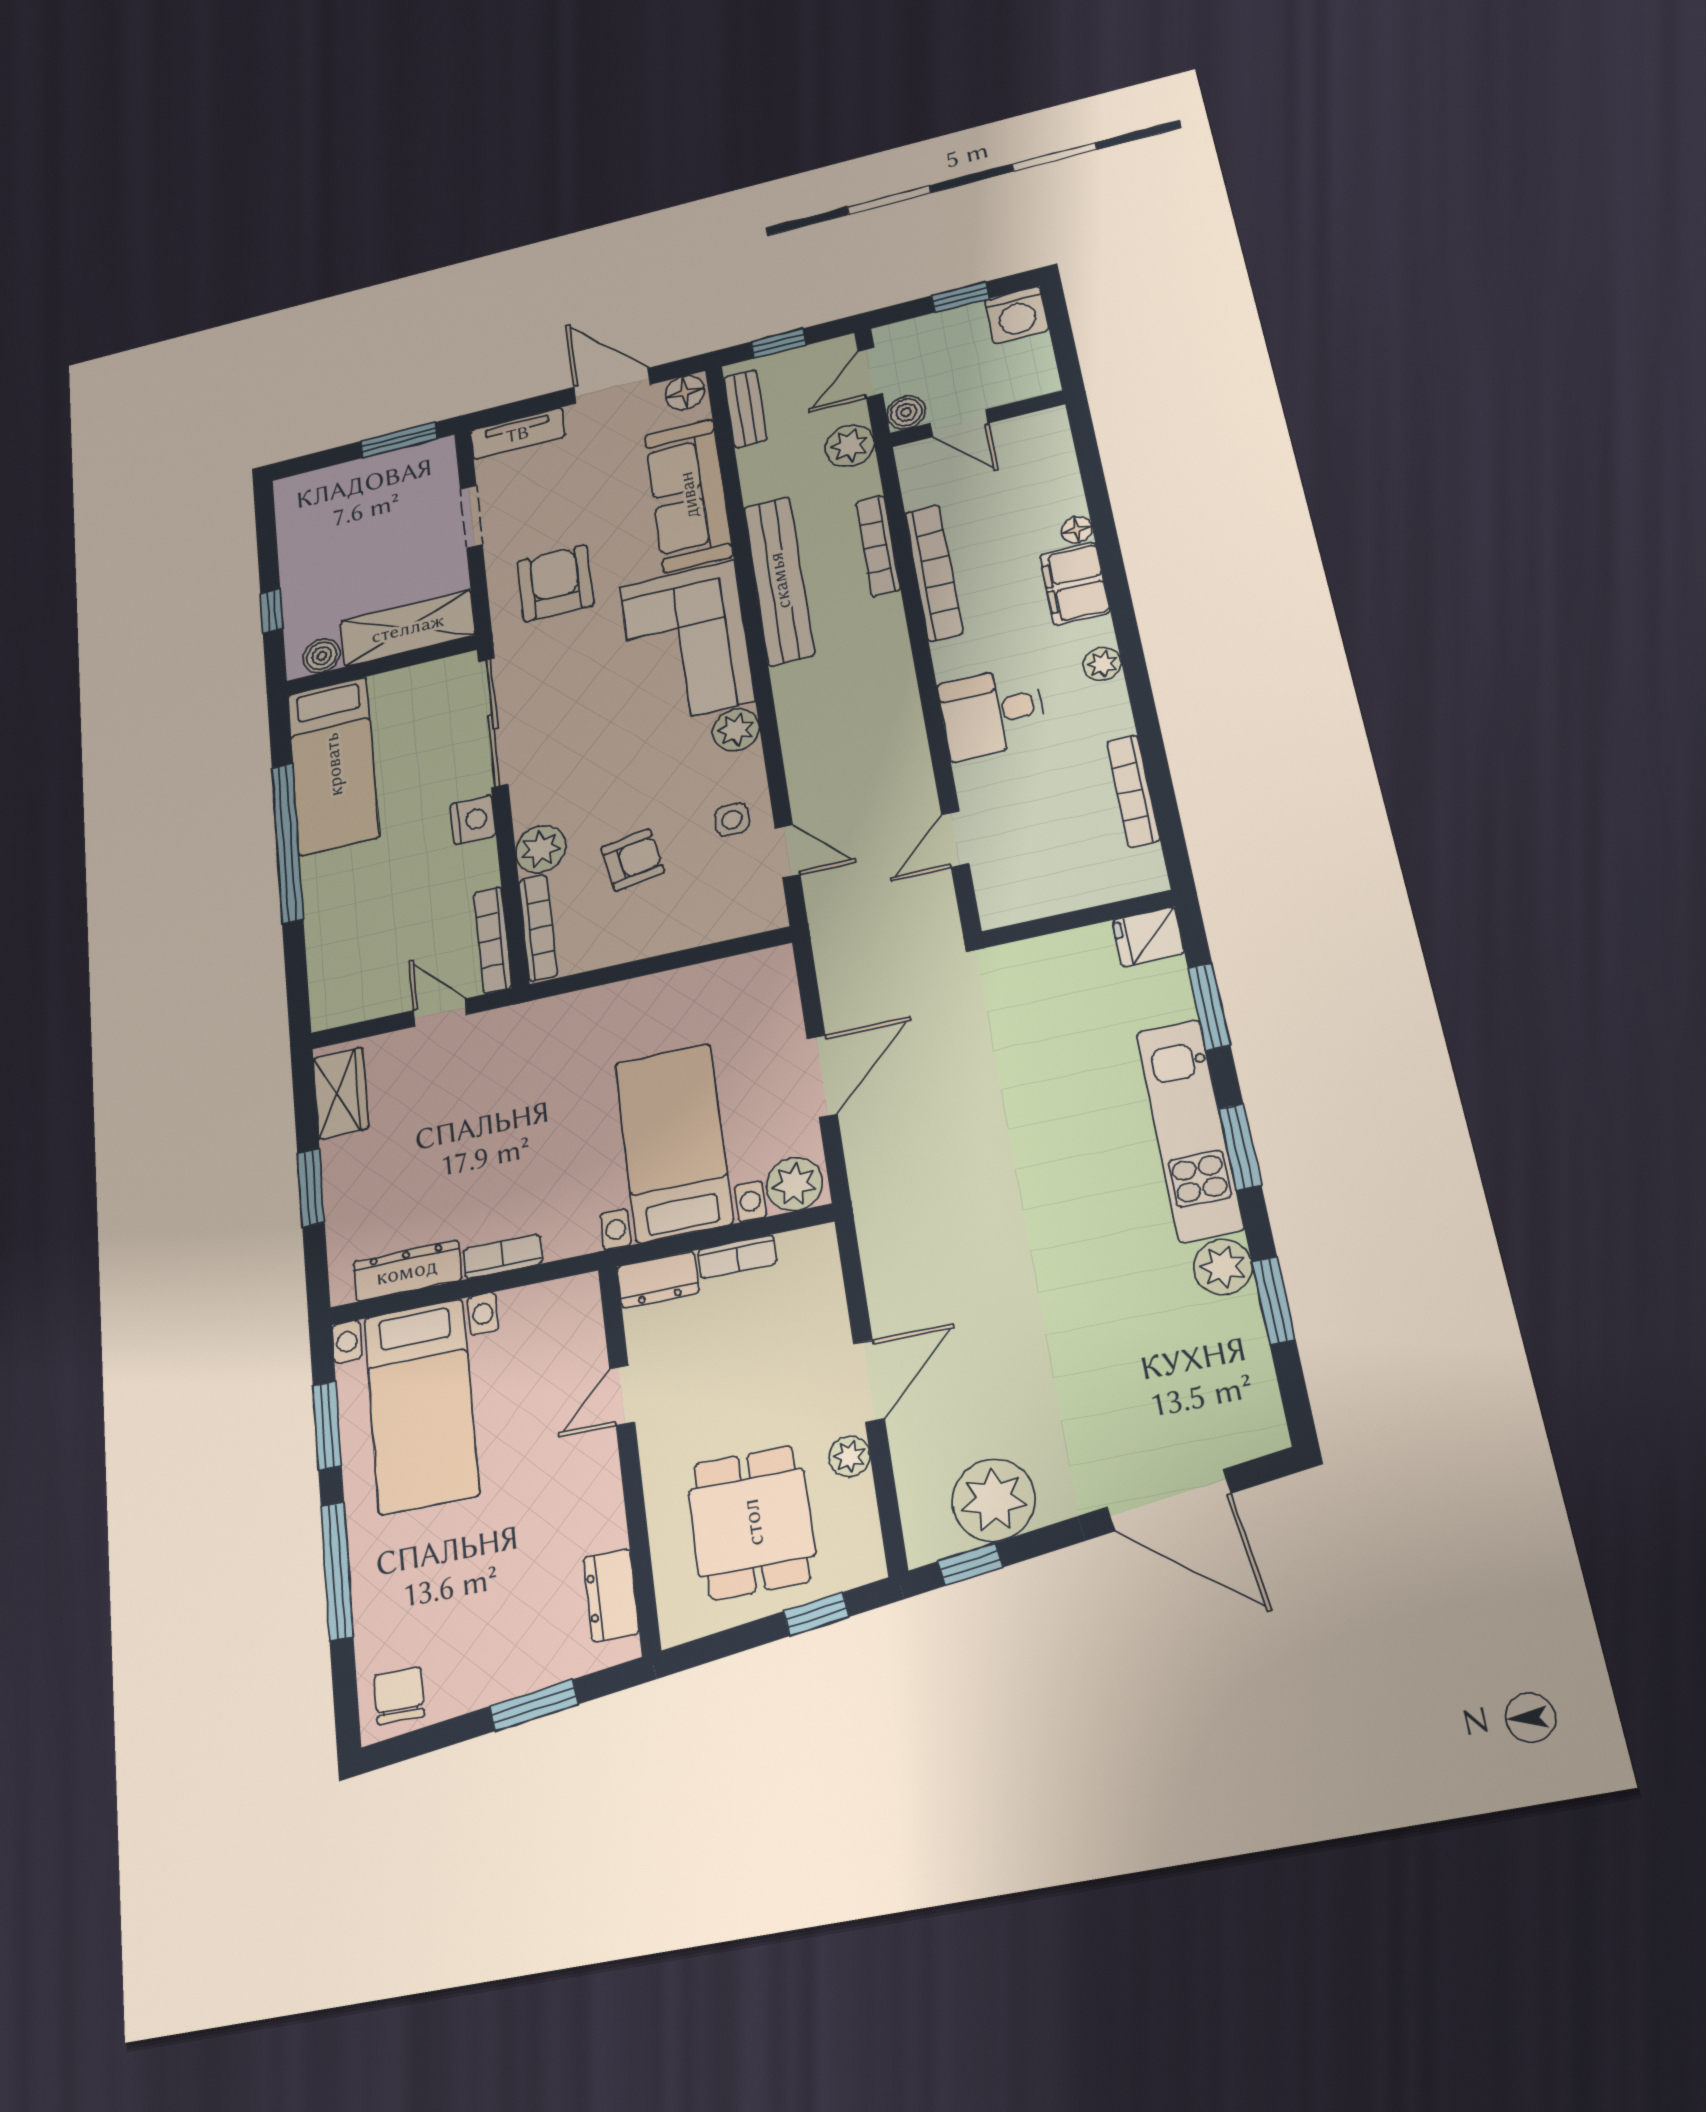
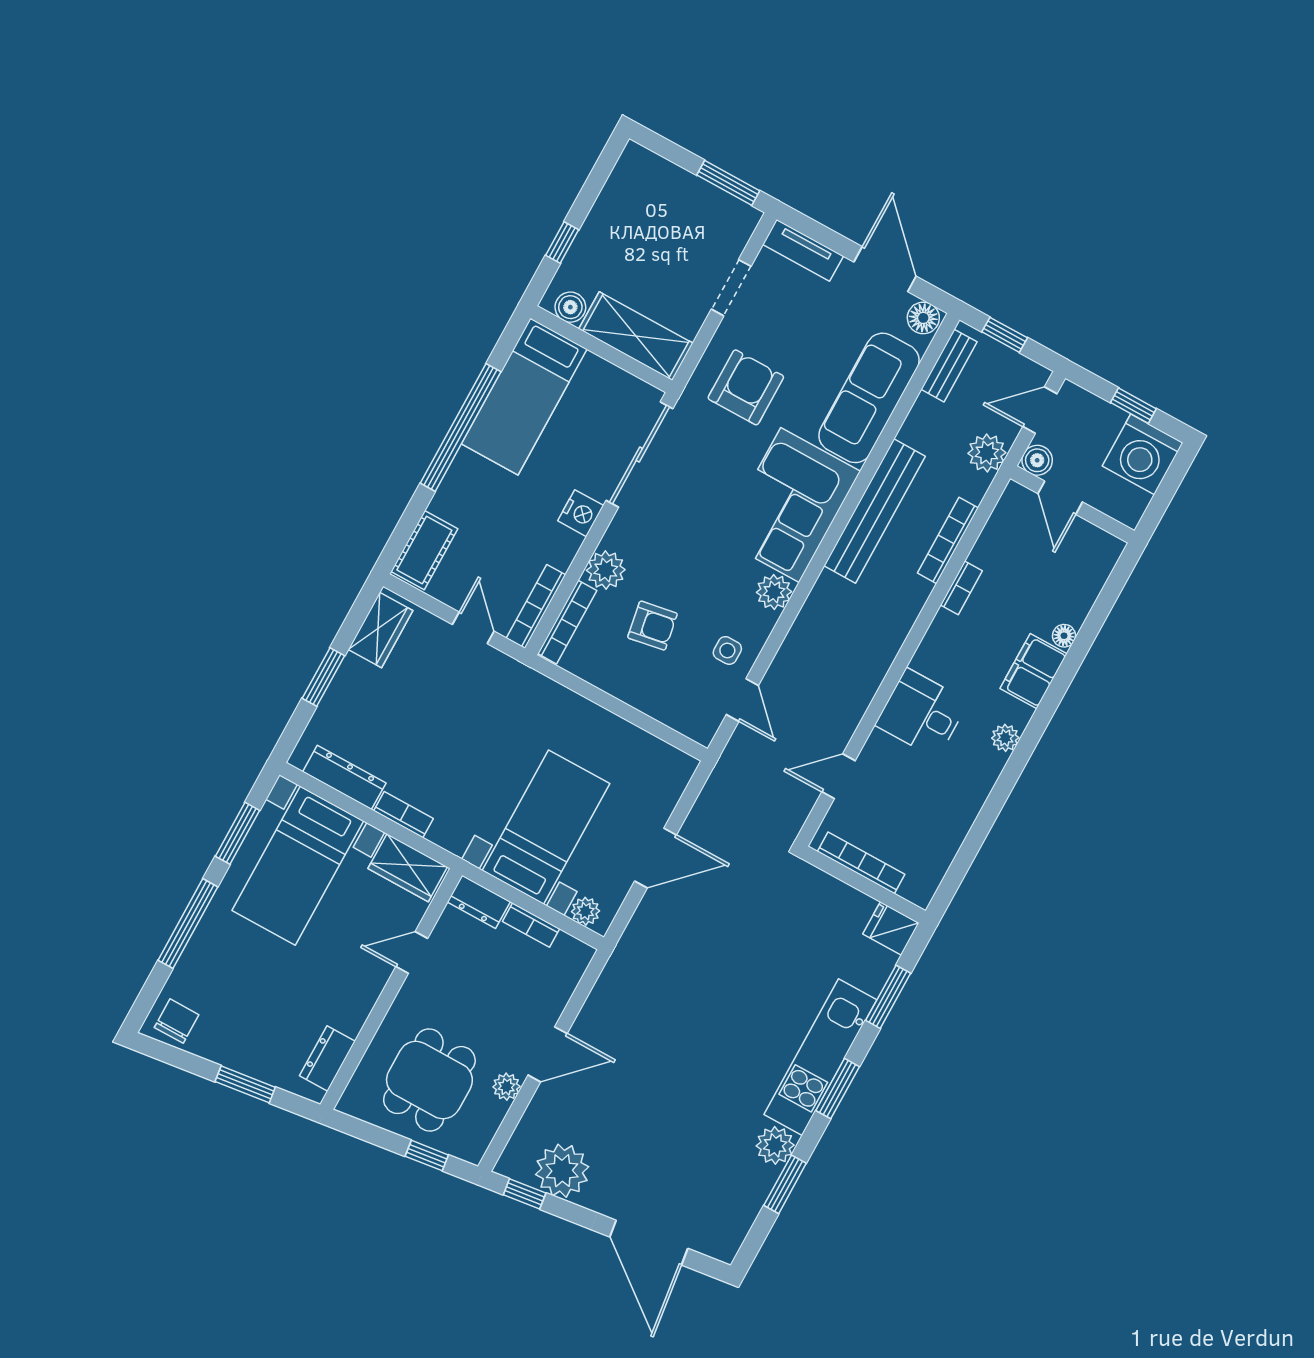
washing machine: (1017, 315) -> (1143, 454), width x1.37, depth x1.37
bookcase: (934, 573) -> (961, 588), width x0.43, depth x0.76
bookcase: (1133, 791) -> (861, 863), moved, turned 90
cot: (332, 981) -> (424, 550), added
plant: (794, 1184) -> (585, 911), width x0.73, depth x0.73
wardrobe: (549, 1308) -> (408, 868), added

